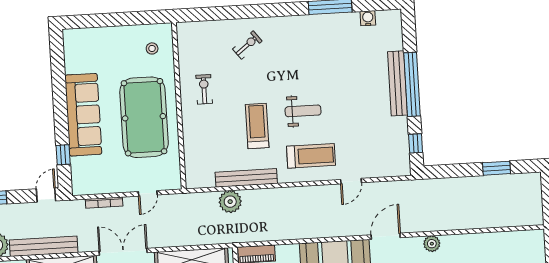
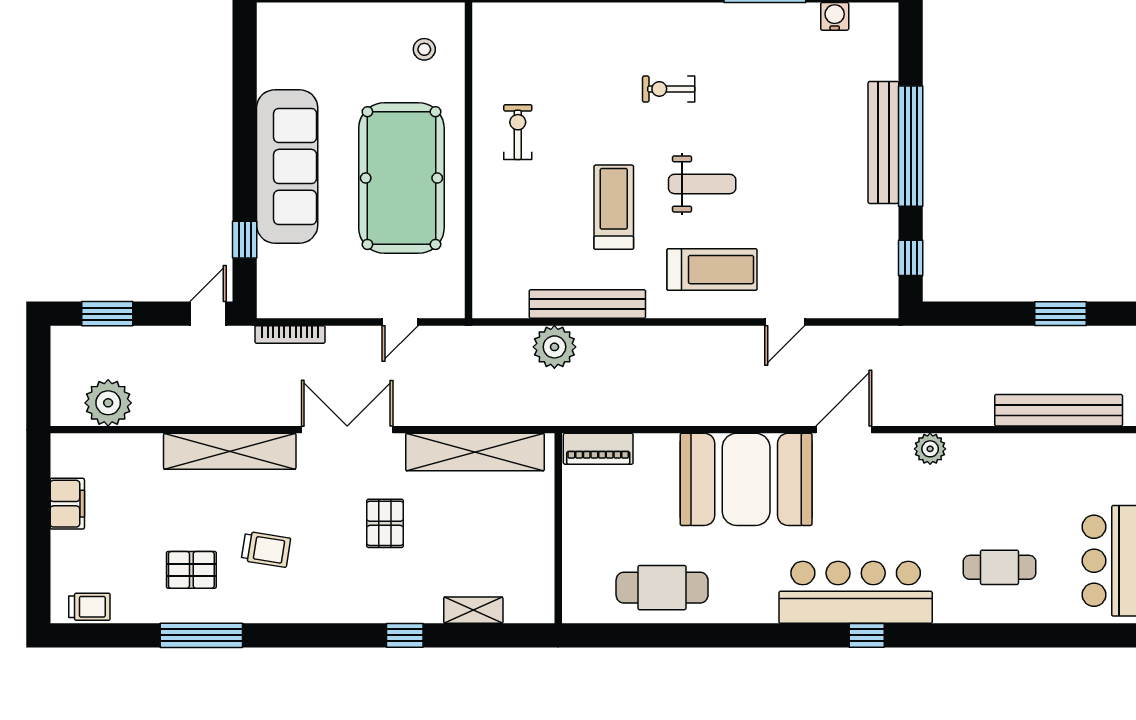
exercise bike: (247, 45) -> (669, 89), moved, turned -142
bookcase: (104, 203) -> (290, 334), moved
bench: (44, 246) -> (1059, 410), moved

